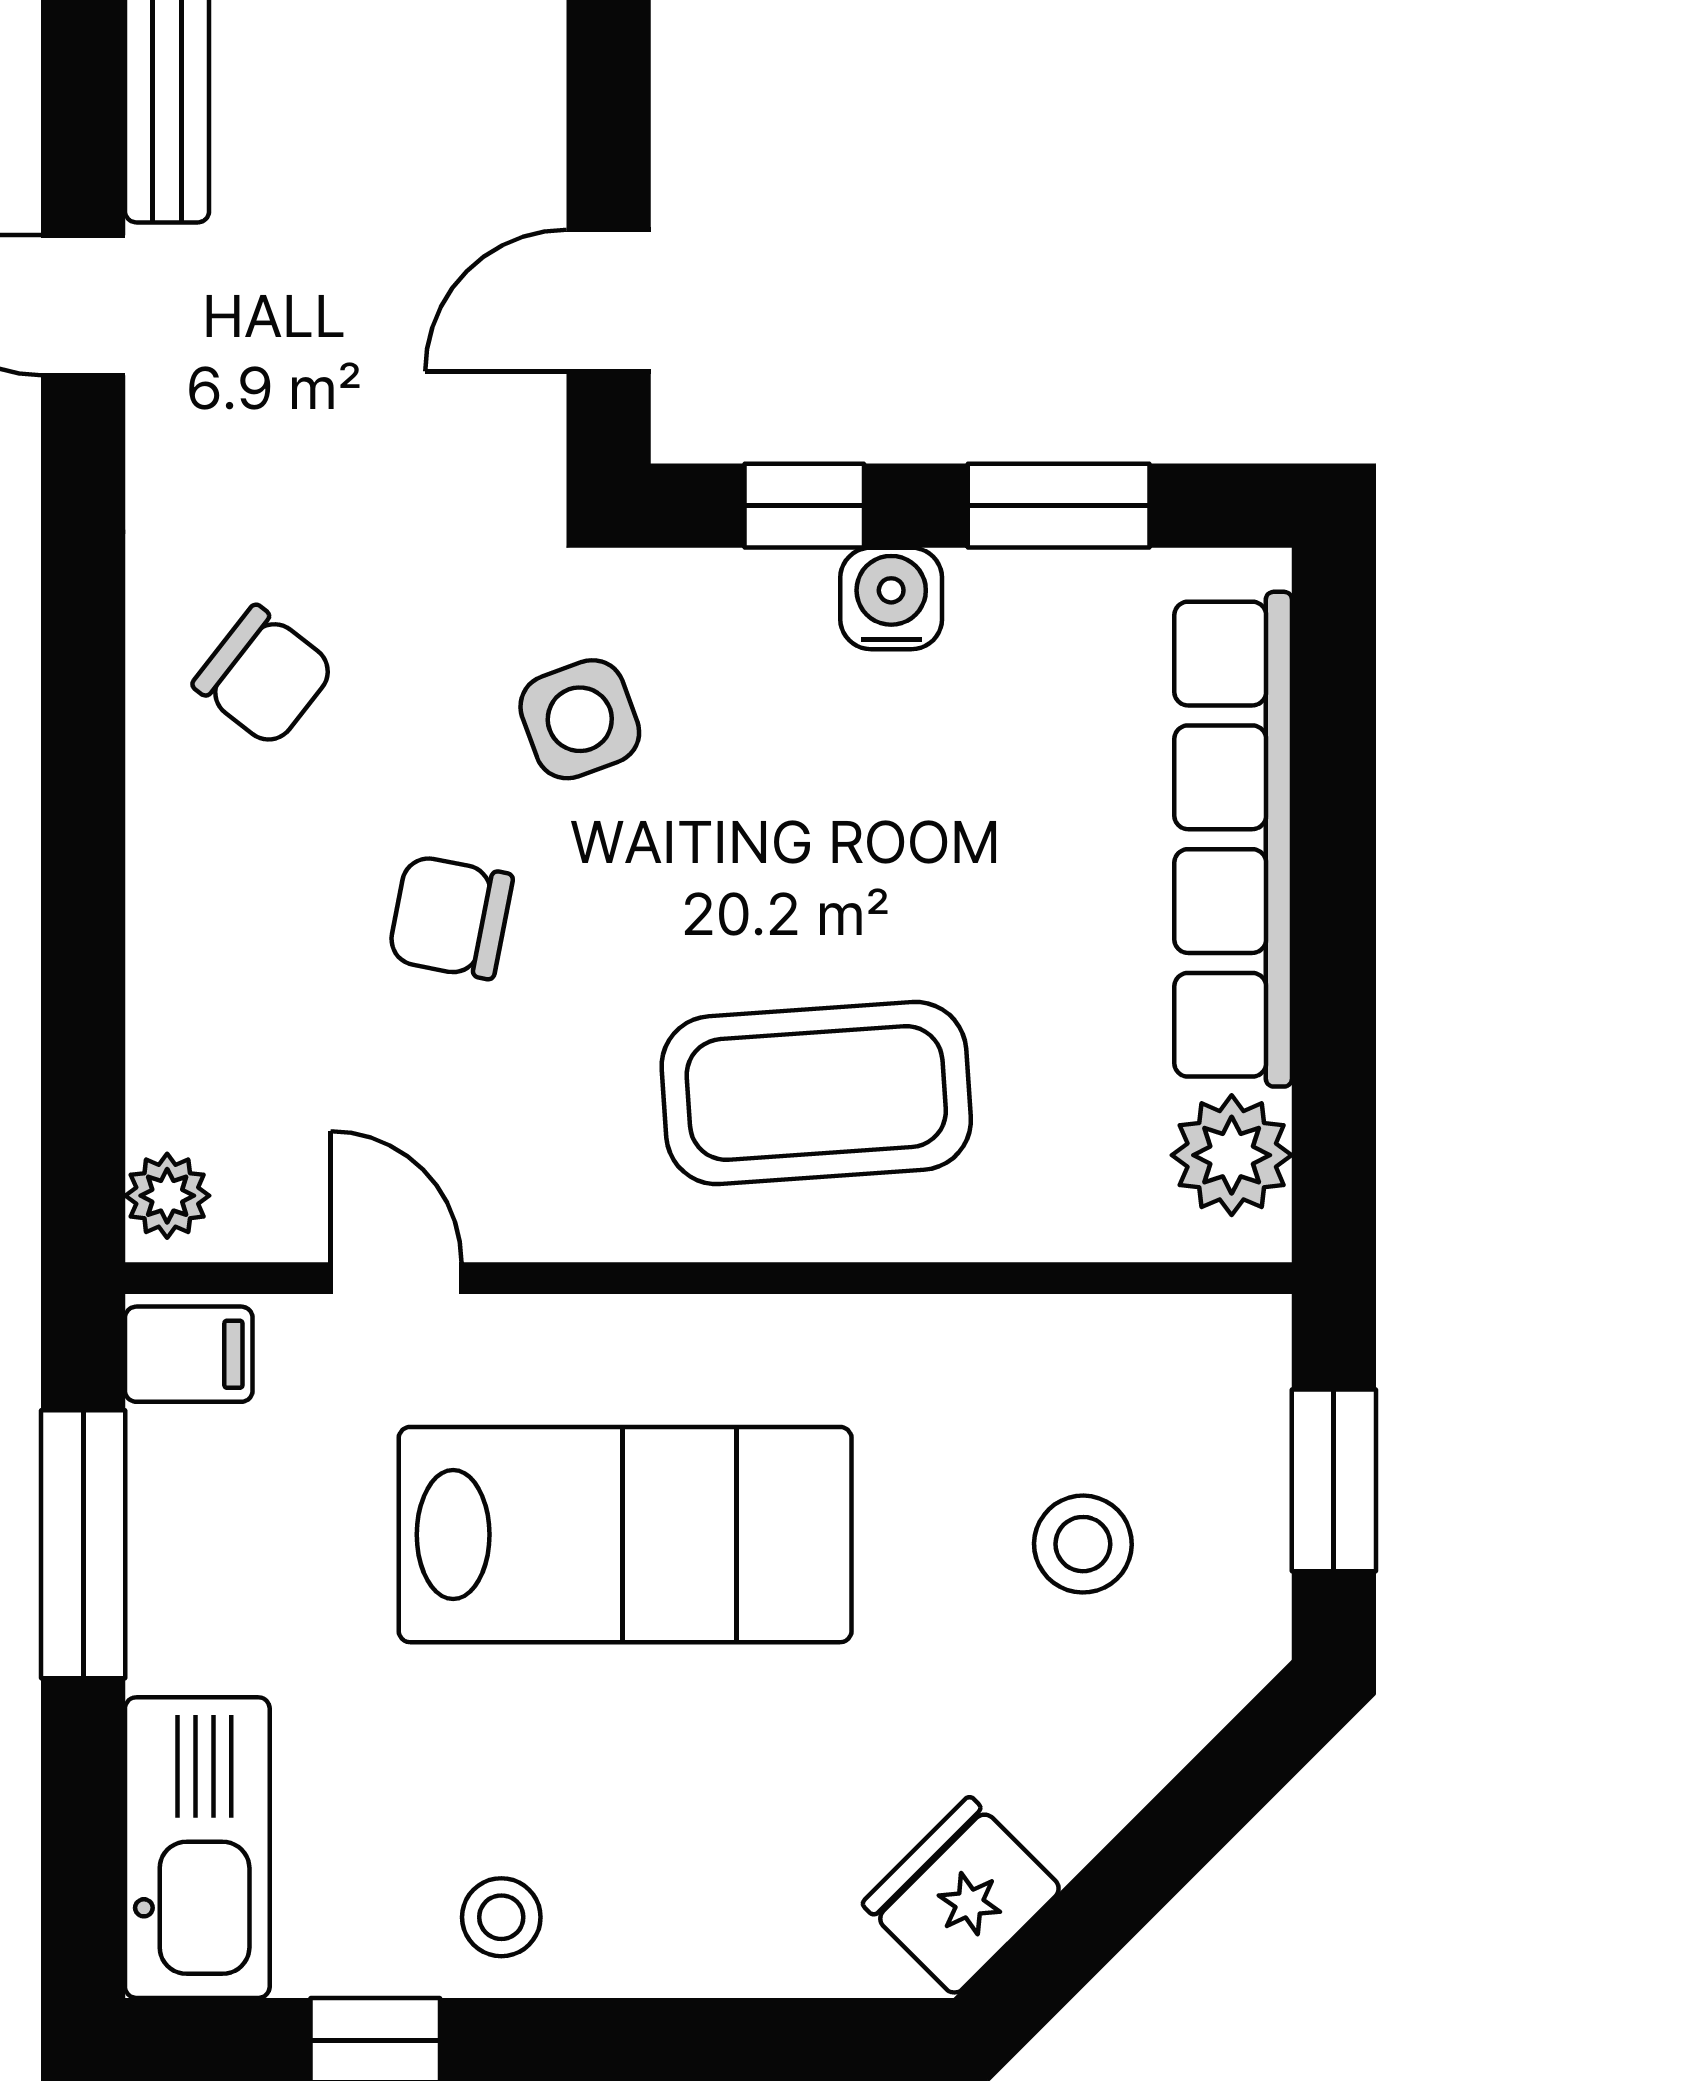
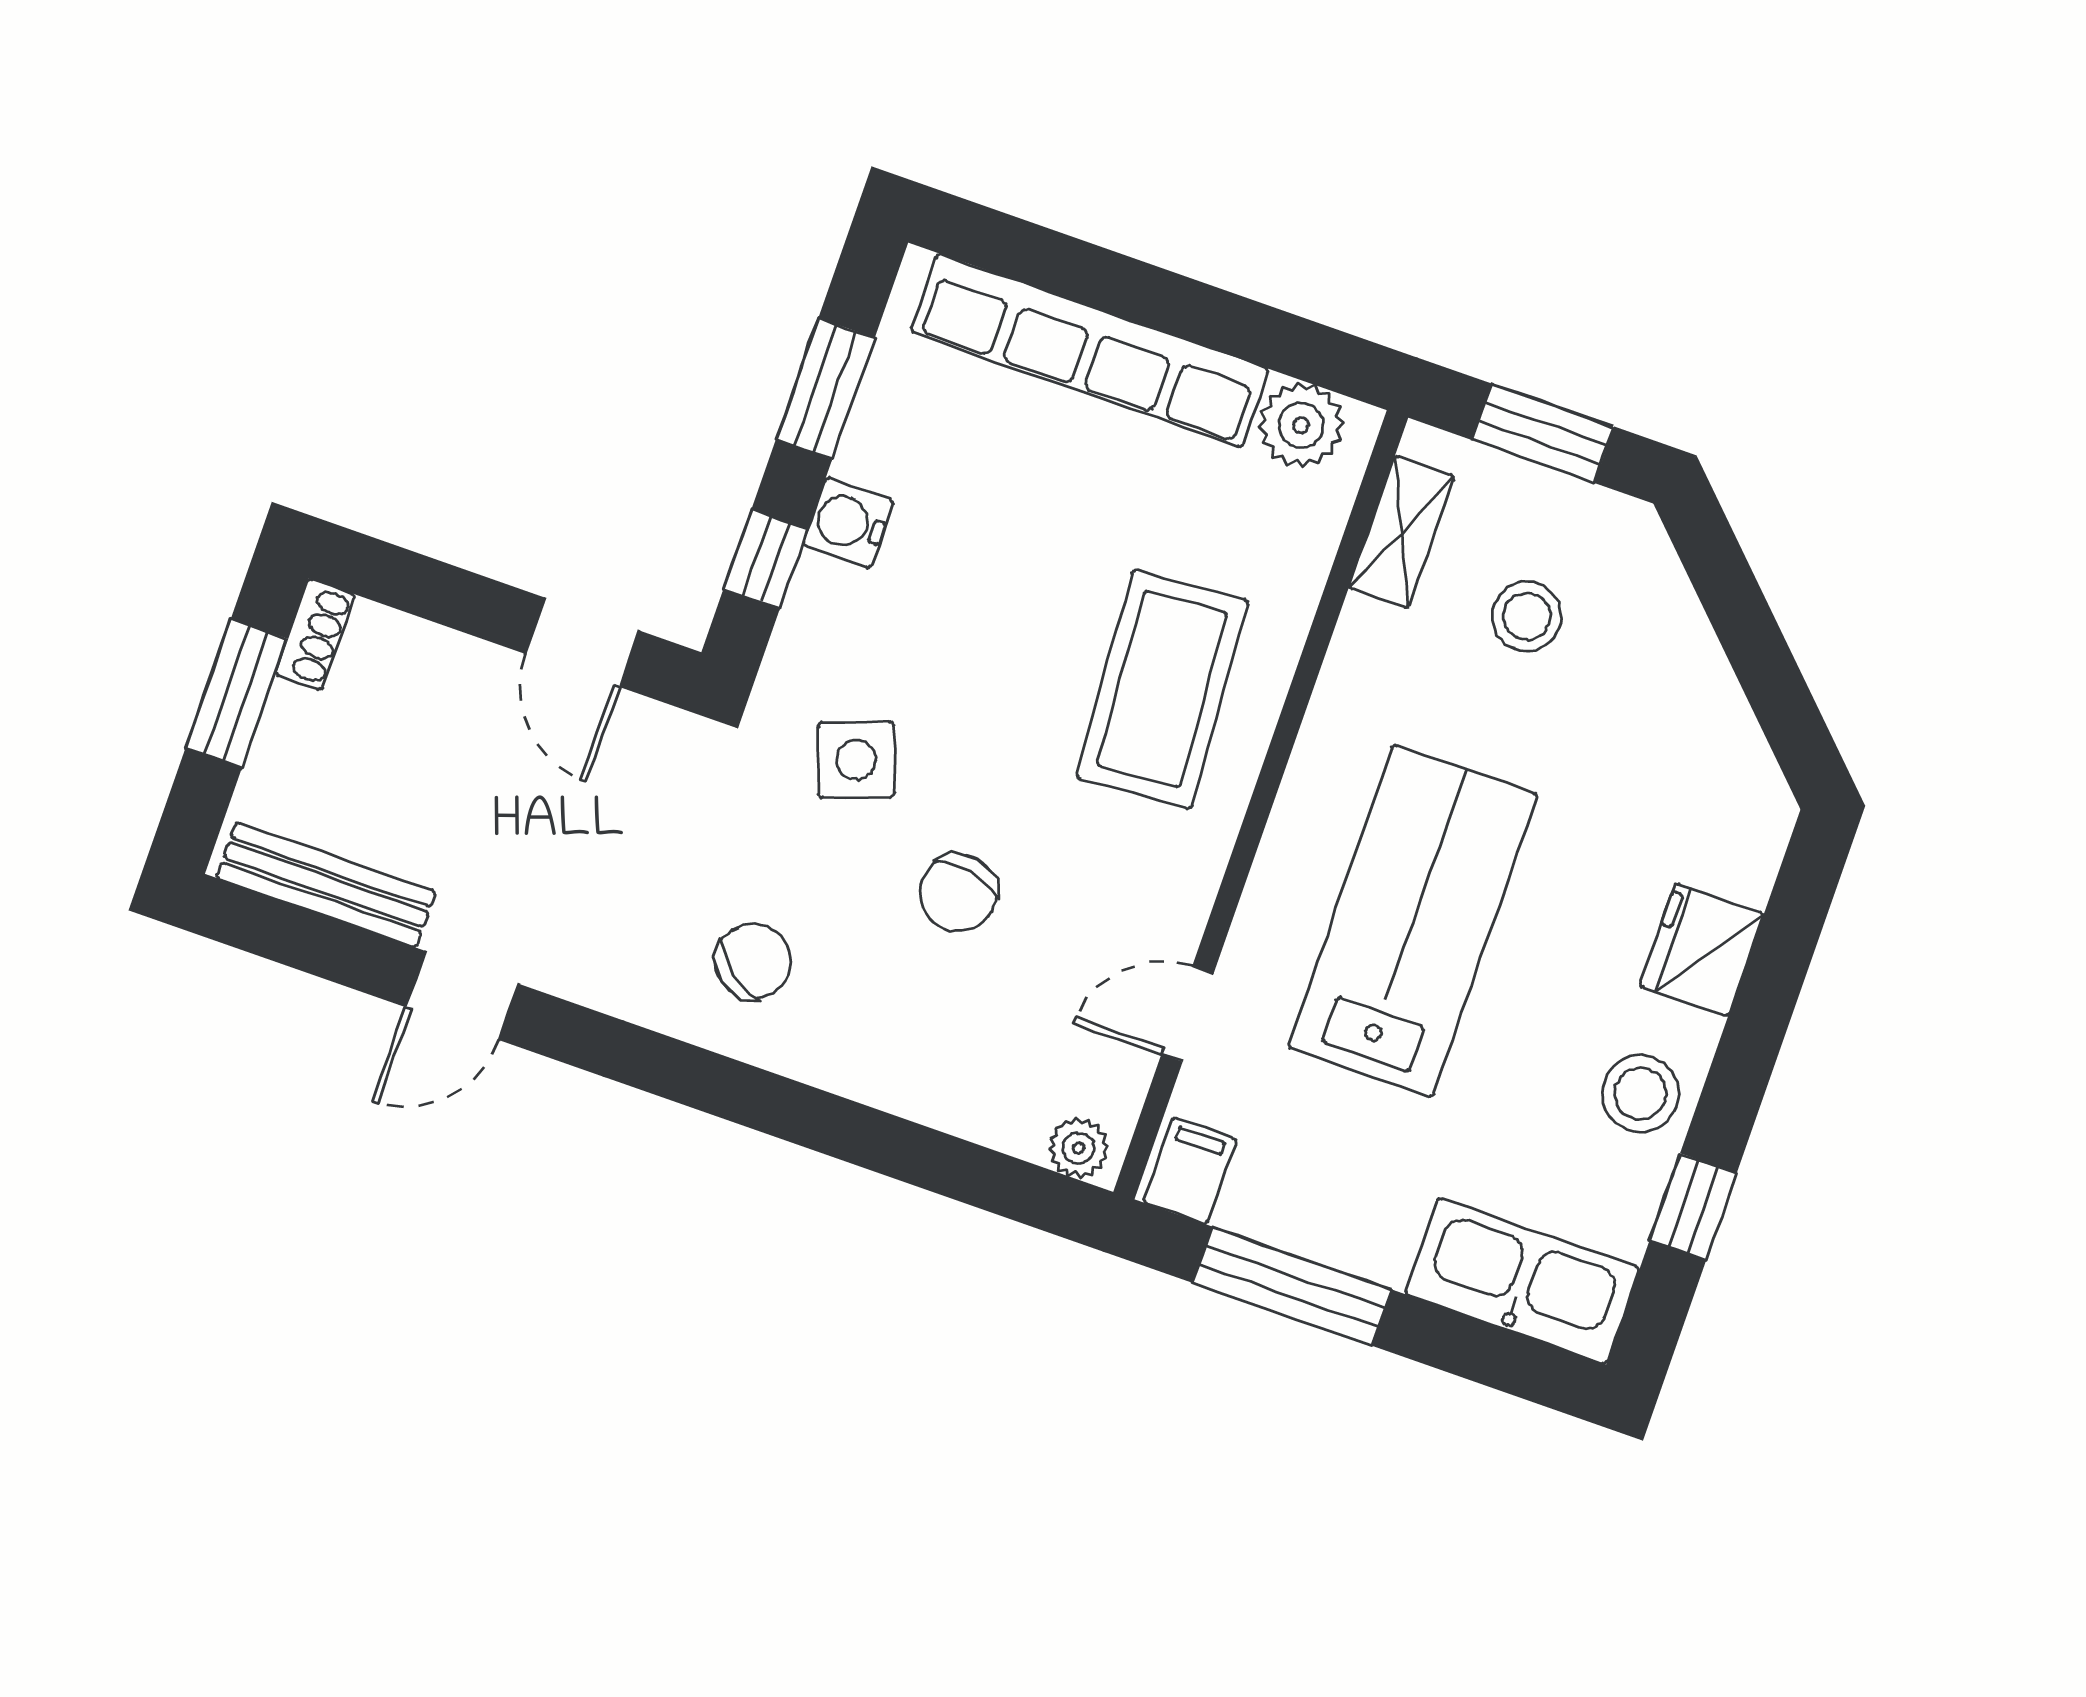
shelving: (1137, 1338) -> (1402, 532), added
fridge: (962, 1896) -> (1702, 950), moved, turned 45
stool: (501, 1917) -> (1640, 1094), width x1.37, depth x1.37

